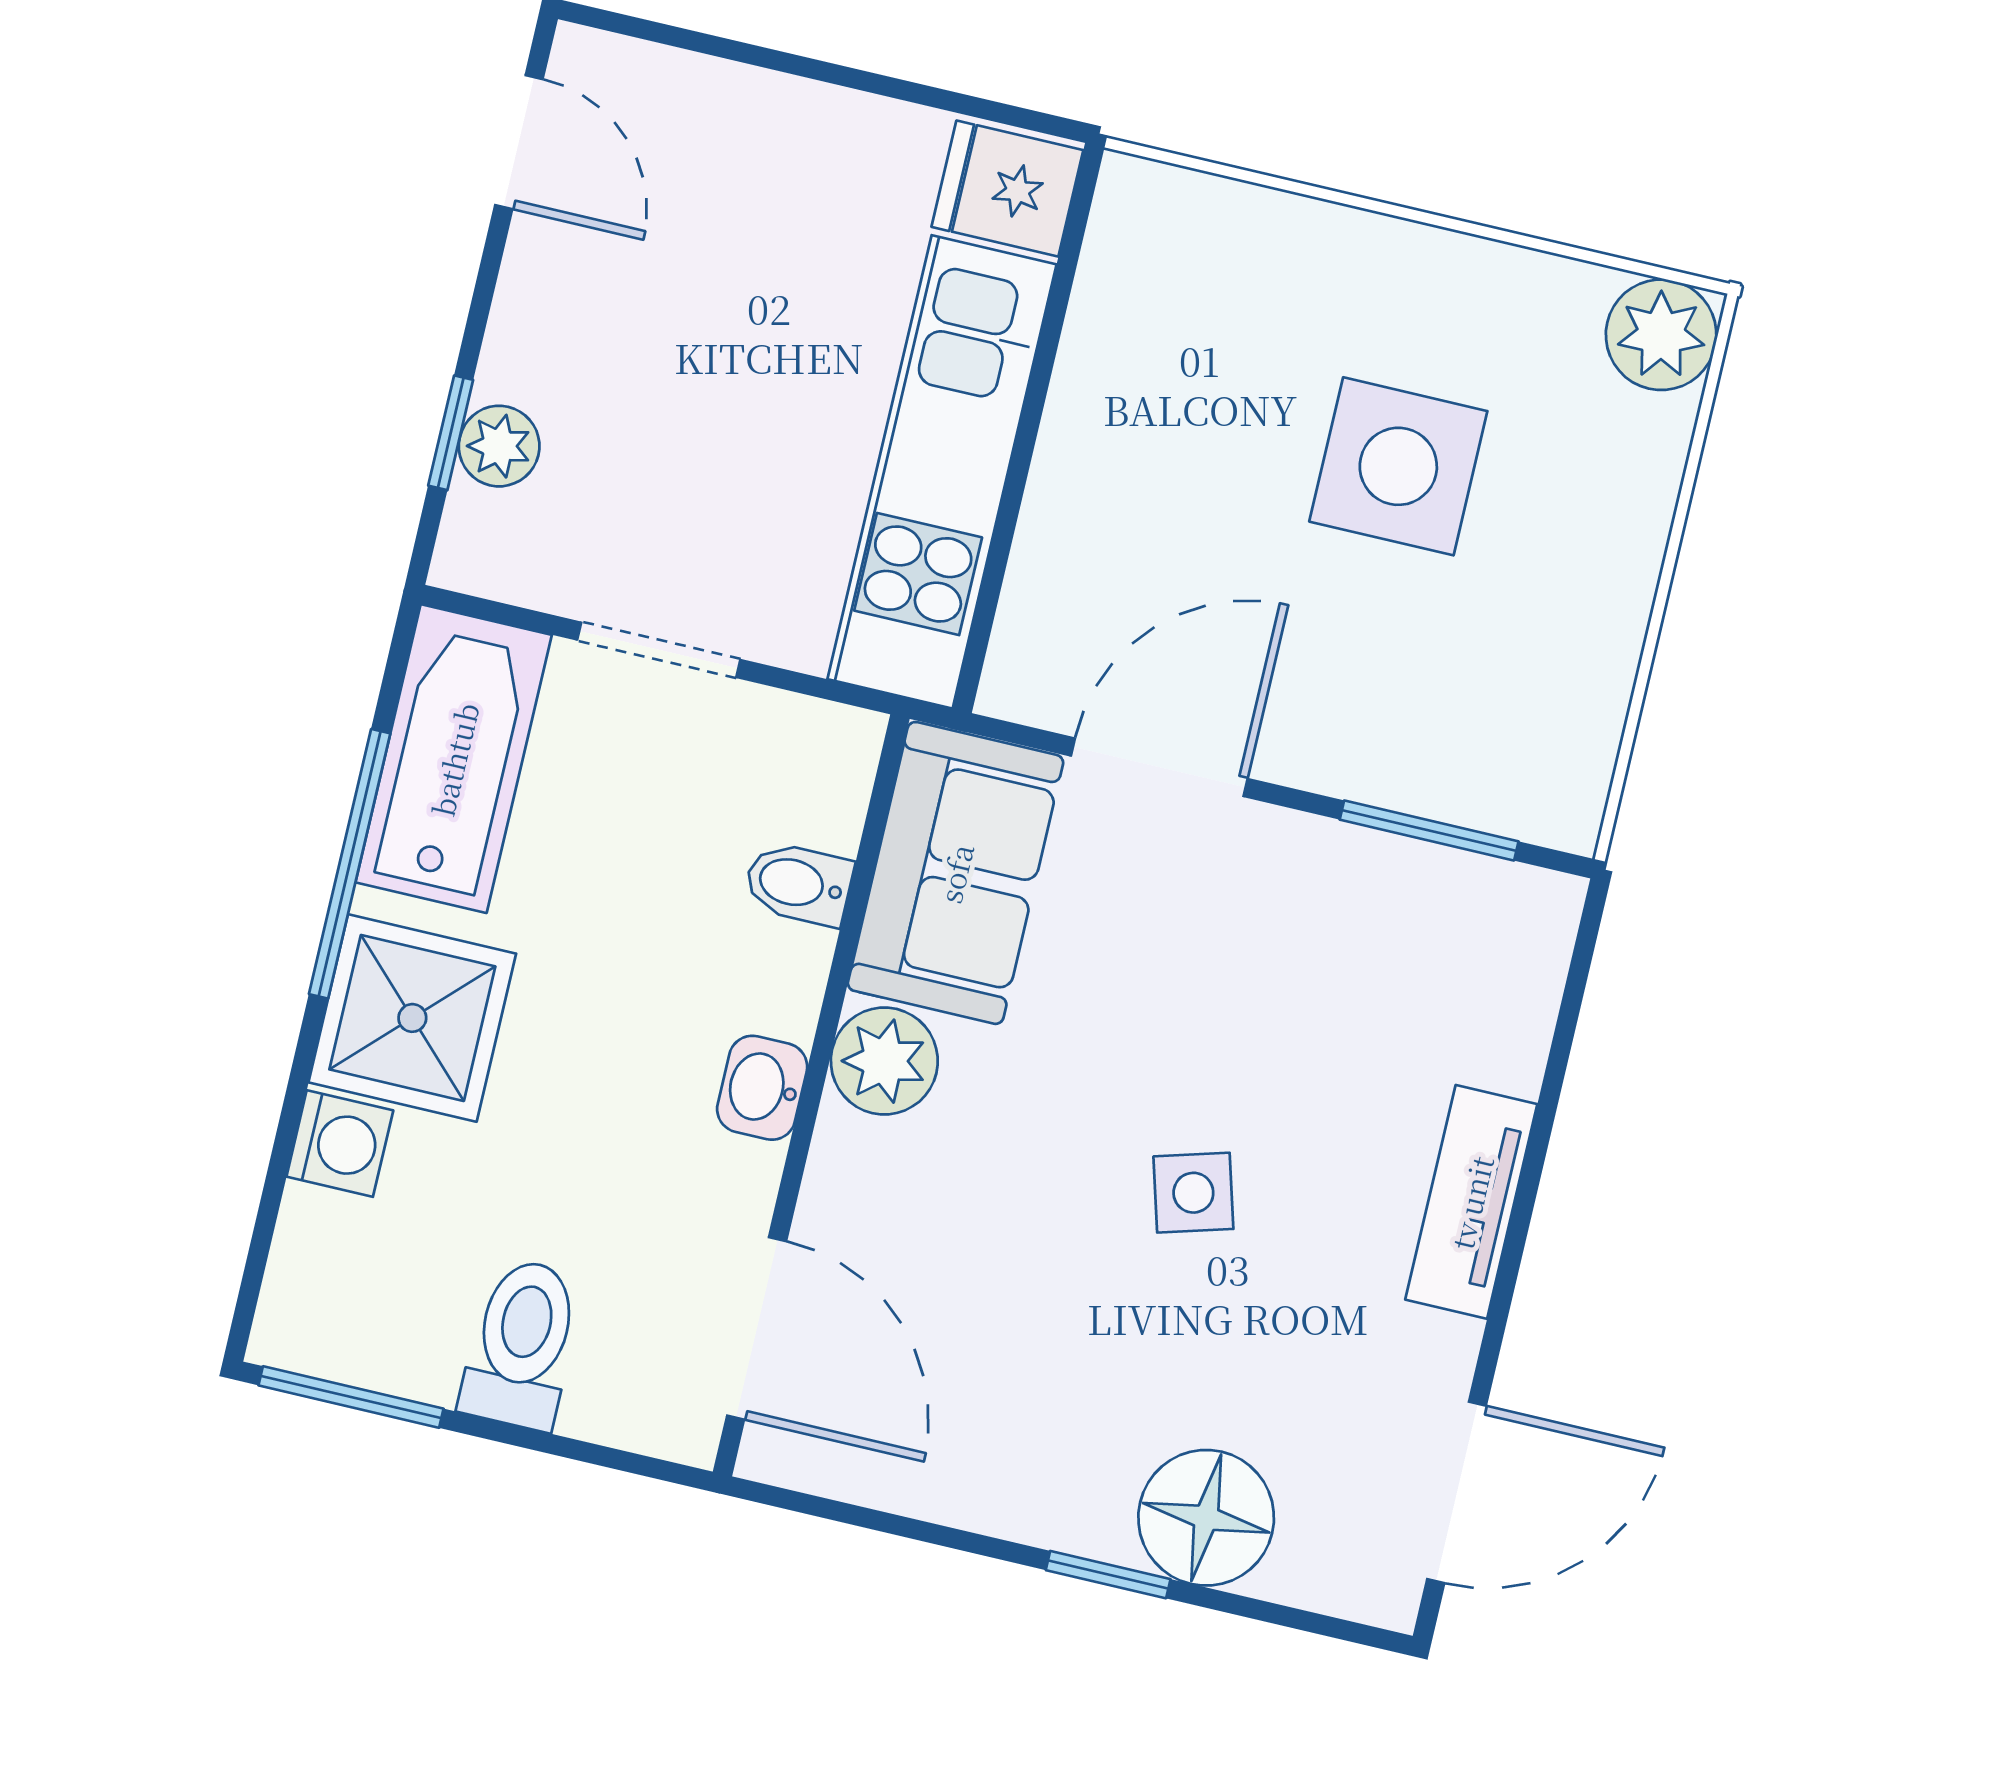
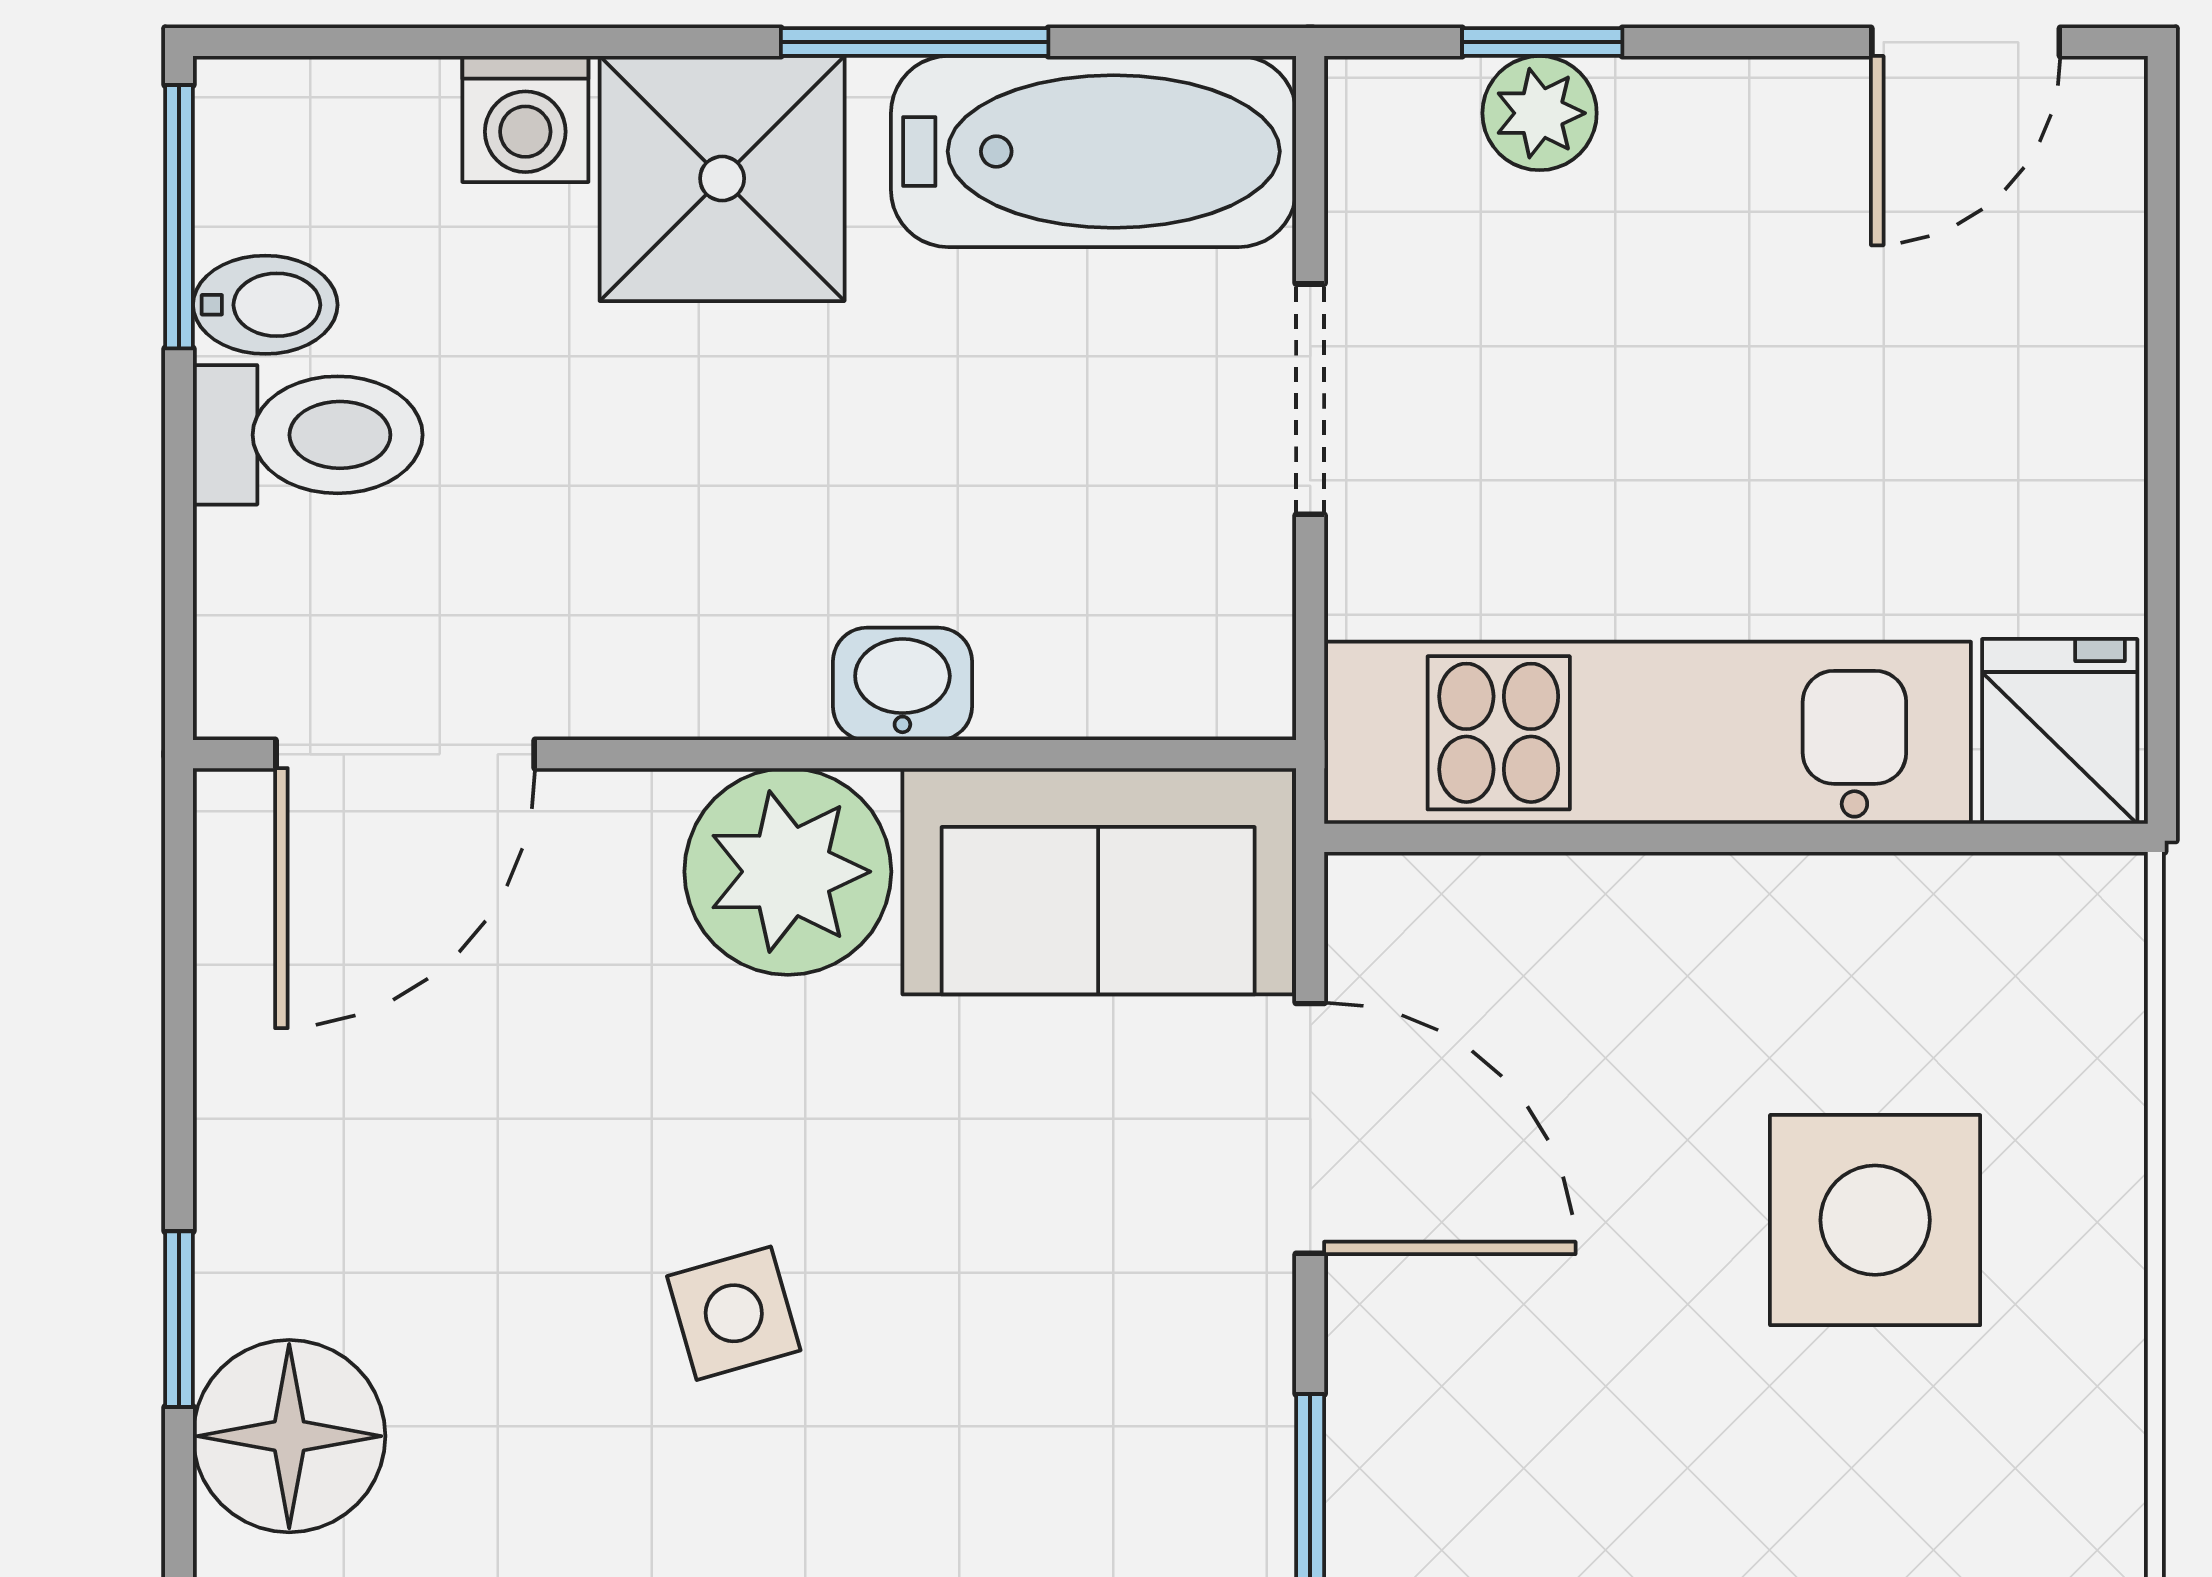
side table: (1398, 466) -> (1875, 1220), moved
window: (350, 864) -> (915, 42), width x0.69
bidet: (798, 884) -> (265, 305), moved, turned 90
plant: (884, 1061) -> (788, 872), width x1.36, depth x1.36
washbasin: (762, 1088) -> (902, 684), moved

